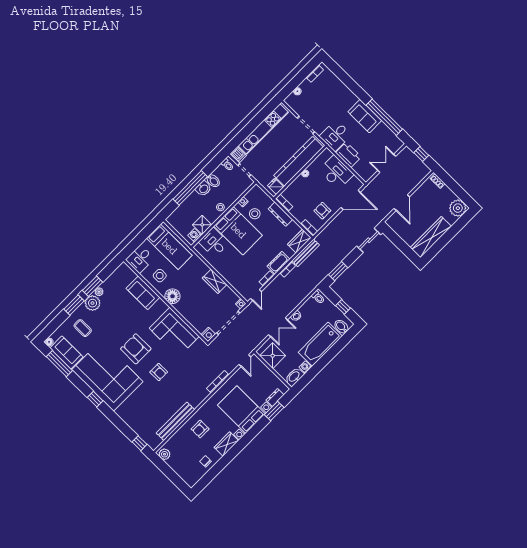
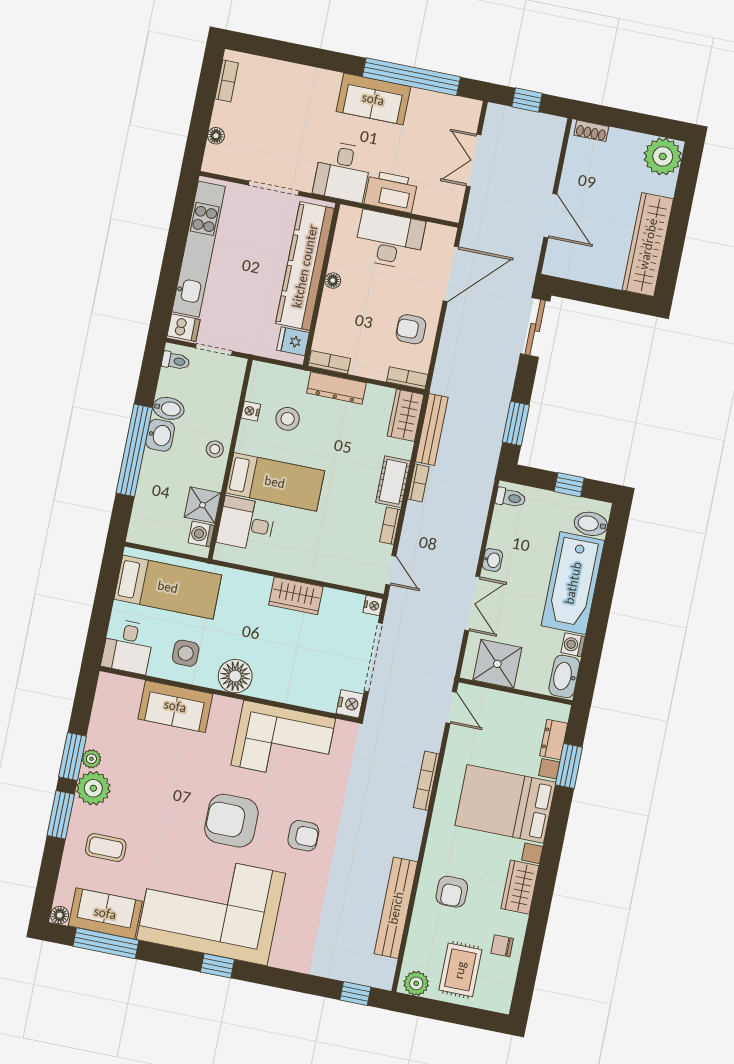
bed: (238, 231) -> (275, 482), width x0.67
rug: (184, 460) -> (460, 970), added

